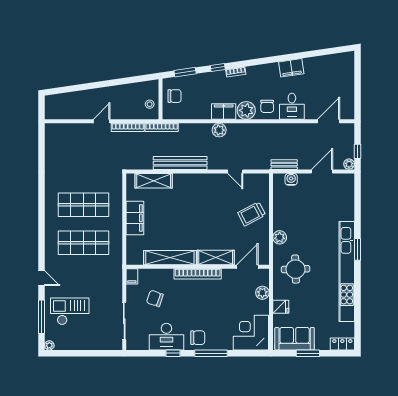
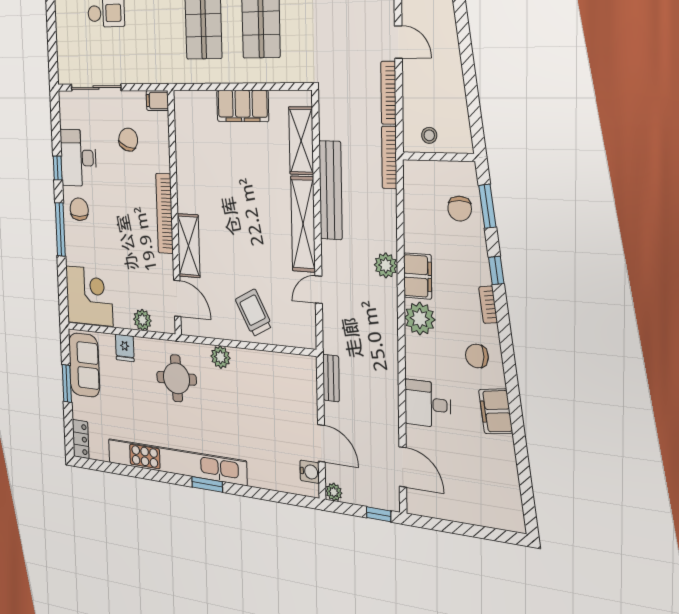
chair: (175, 96) -> (460, 209), moved
chair: (267, 106) -> (477, 356), moved
window: (357, 151) -> (379, 514), moved
water cooler: (291, 179) -> (310, 472), moved
shelving: (170, 258) -> (303, 224), moved
chair: (198, 338) -> (79, 209), turned 180

